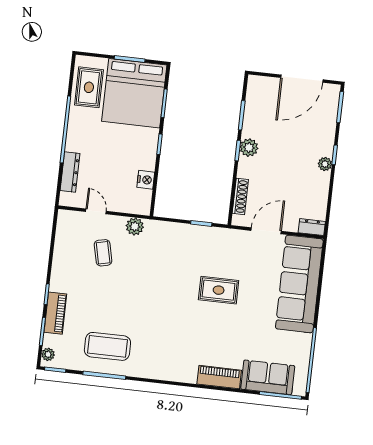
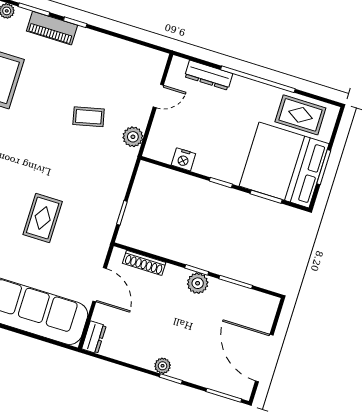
coffee table: (103, 253) -> (89, 117), moved

